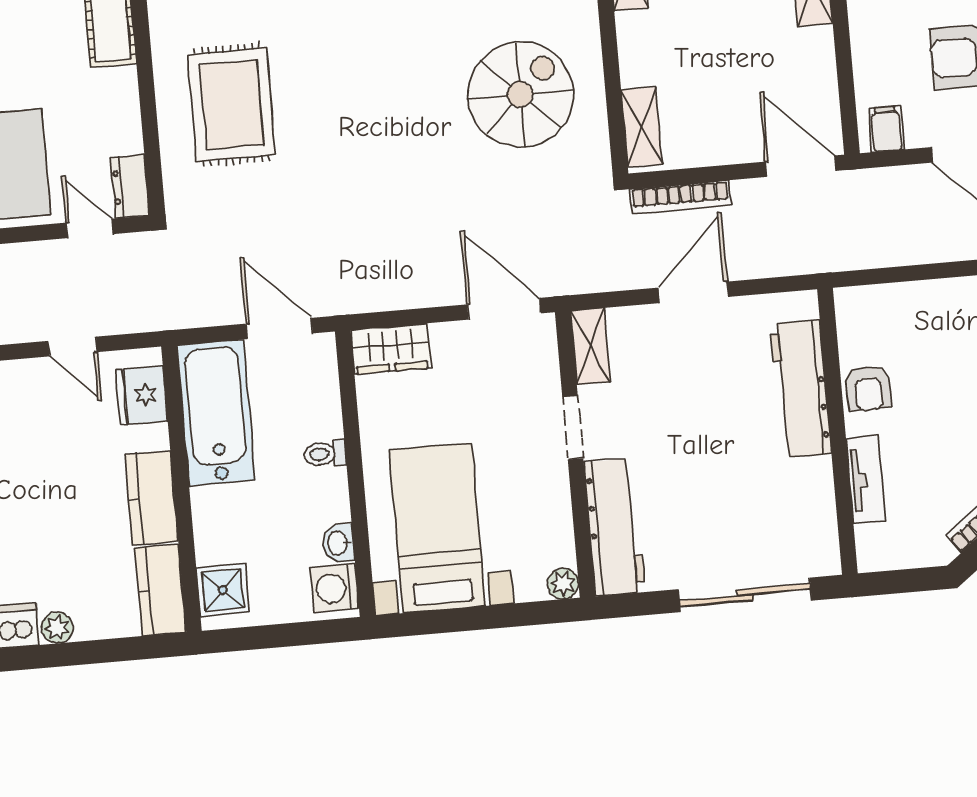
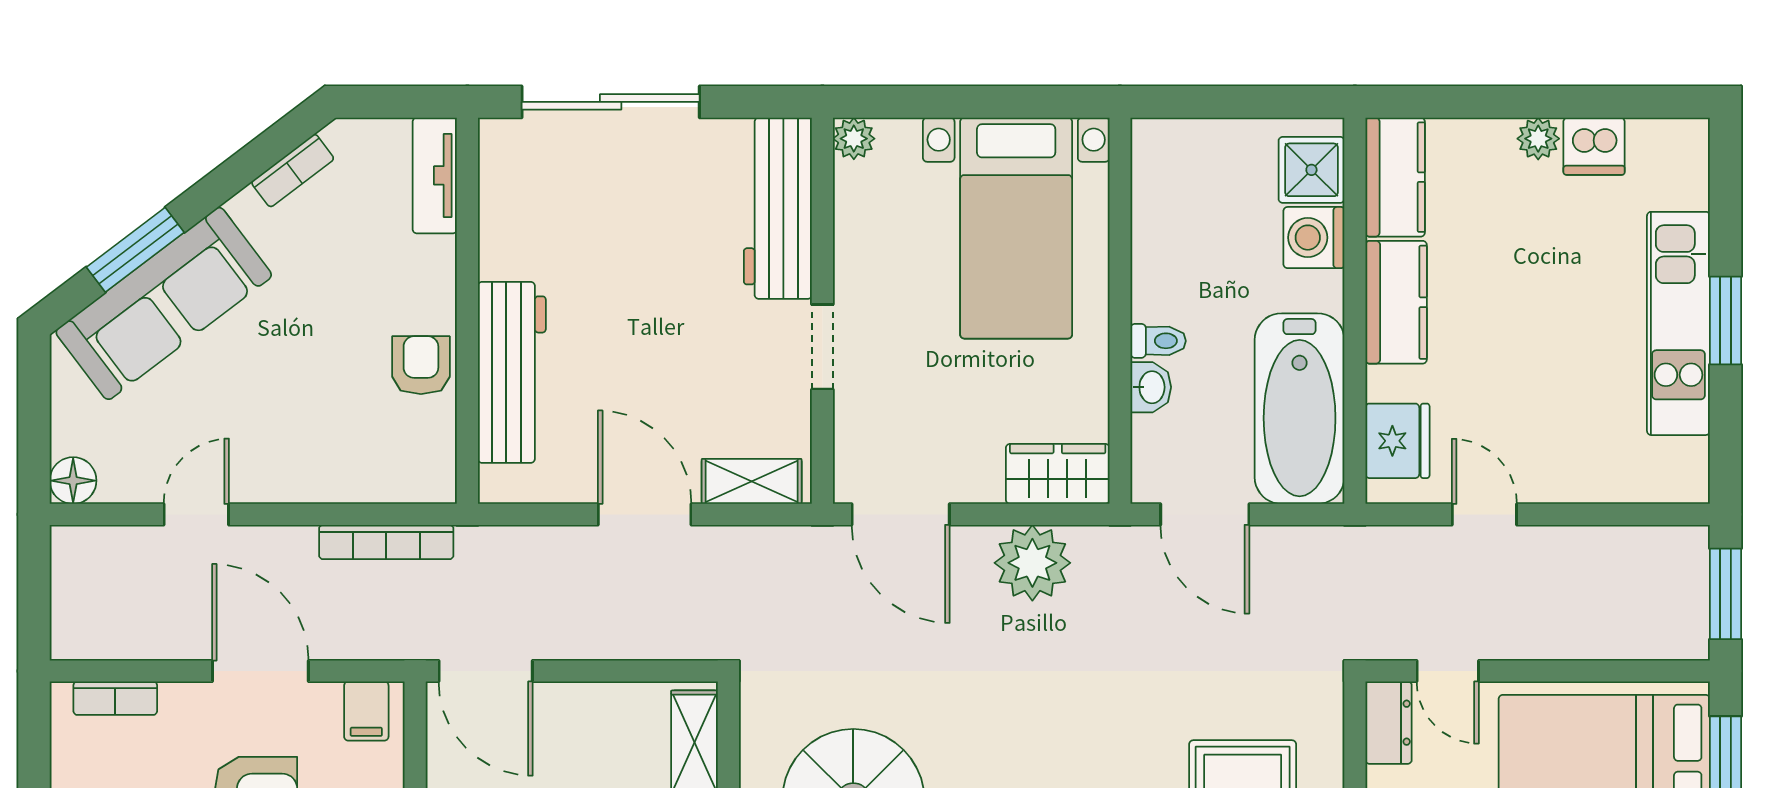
bookcase: (680, 197) -> (386, 542), moved, turned 180
plant: (404, 282) -> (1032, 563), added
door: (693, 292) -> (645, 514), swing flipped
shelving: (590, 346) -> (752, 481), moved, turned 90
tv unit: (866, 479) -> (435, 175), moved
washbasin: (338, 543) -> (1151, 387), moved
washing machine: (335, 588) -> (1314, 238), moved, turned 180

